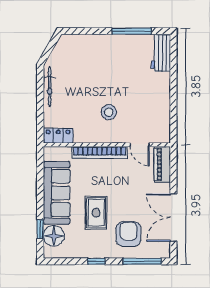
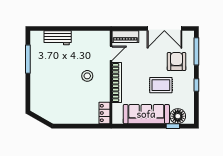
workbench: (161, 53) -> (58, 38), moved
bicycle: (50, 86) -> (68, 119), removed
armchair: (128, 234) -> (177, 62), turned 90

